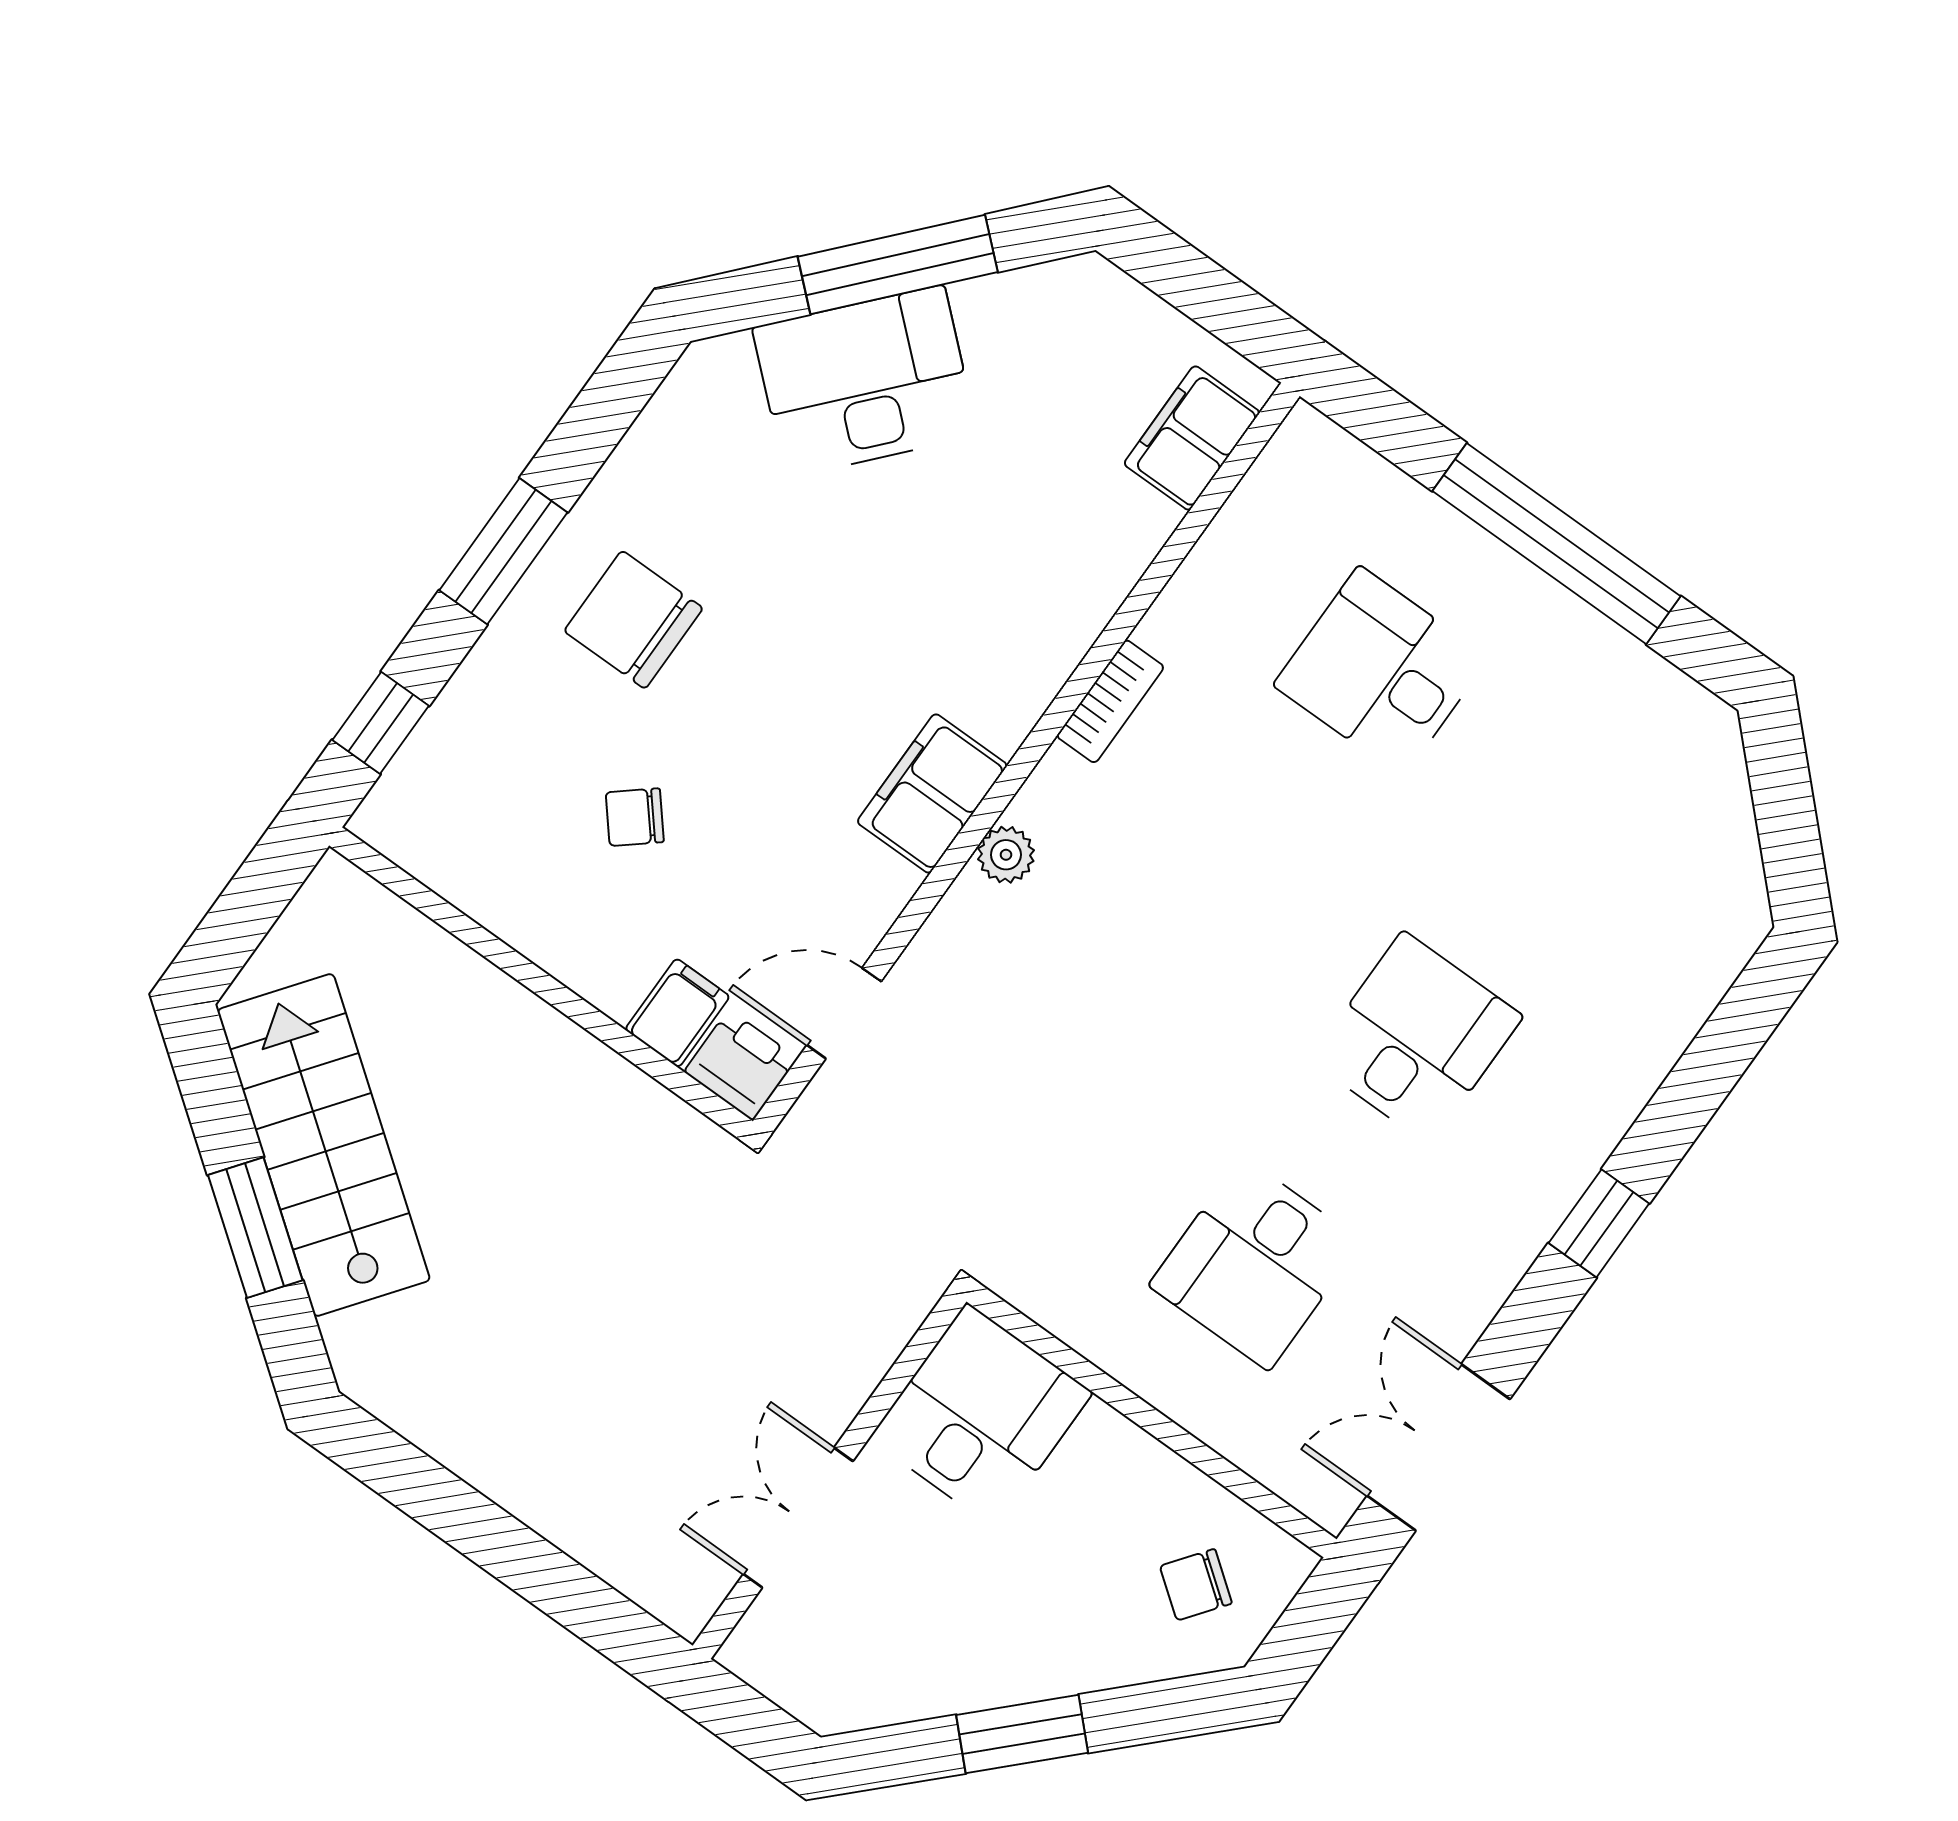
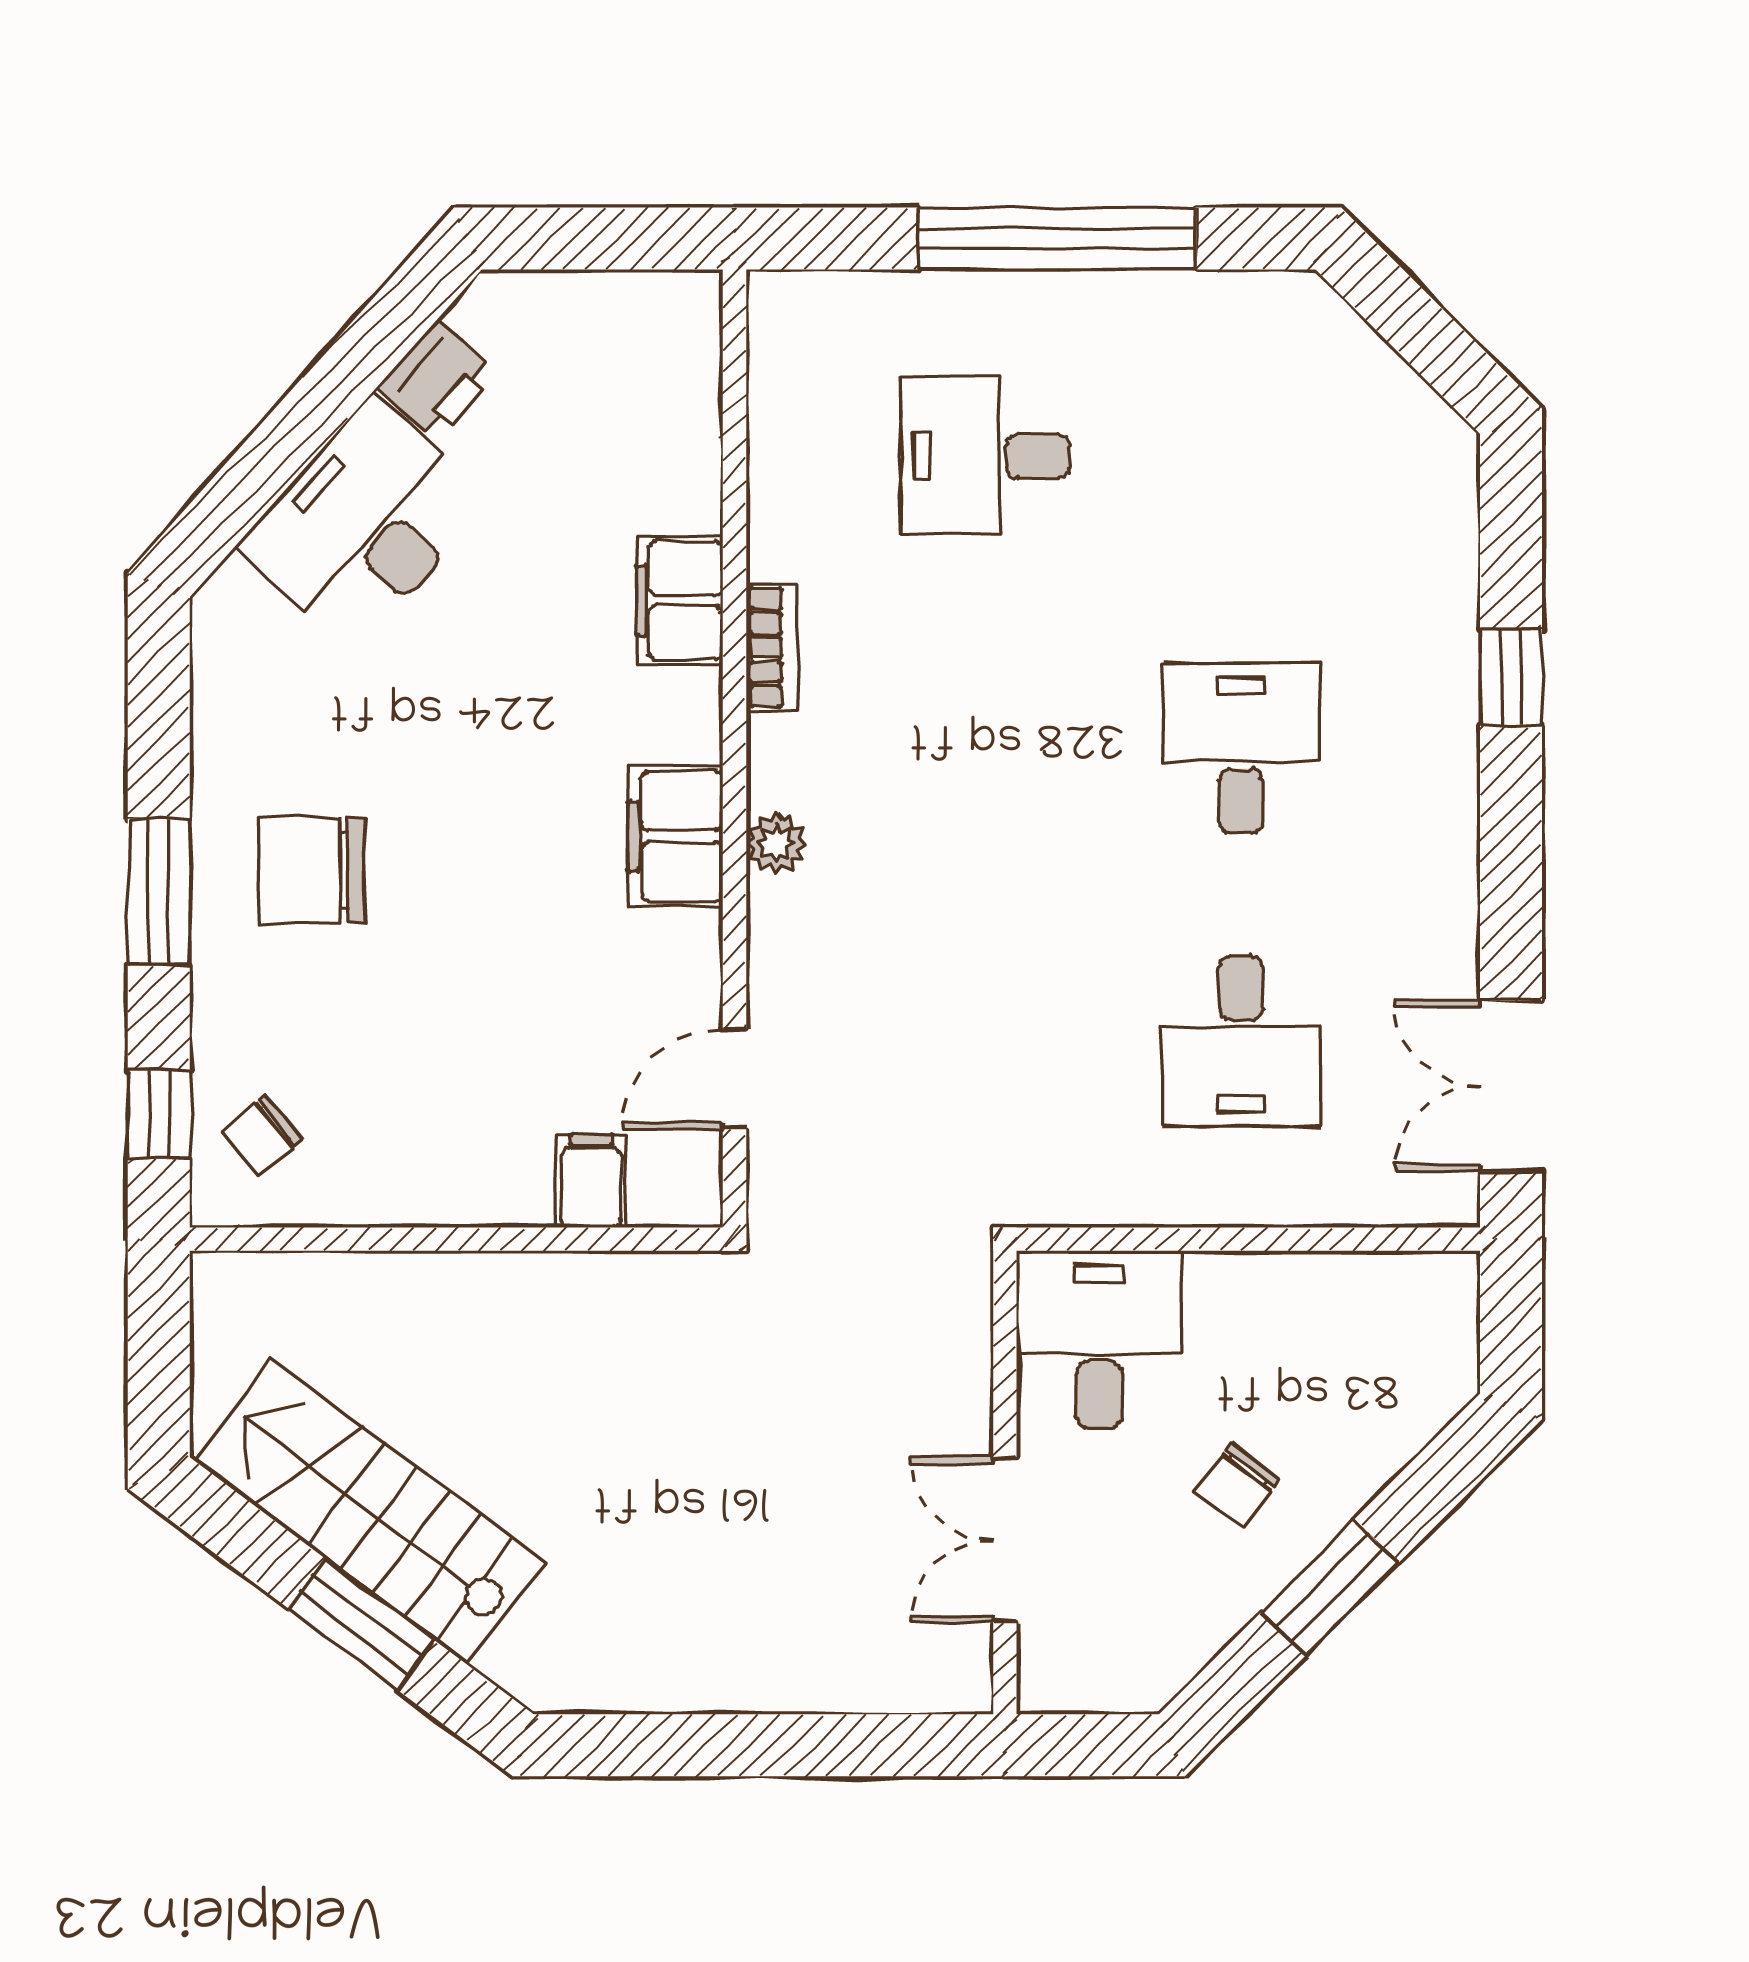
window: (898, 264) -> (321, 404), removed
filing cabinet: (1192, 438) -> (680, 600), moved
chair: (635, 817) -> (262, 1135), moved
printer: (741, 1065) -> (437, 381), moved, turned 132
window: (1599, 1223) -> (1511, 677), moved
chair: (1196, 1585) -> (1237, 1485), moved

